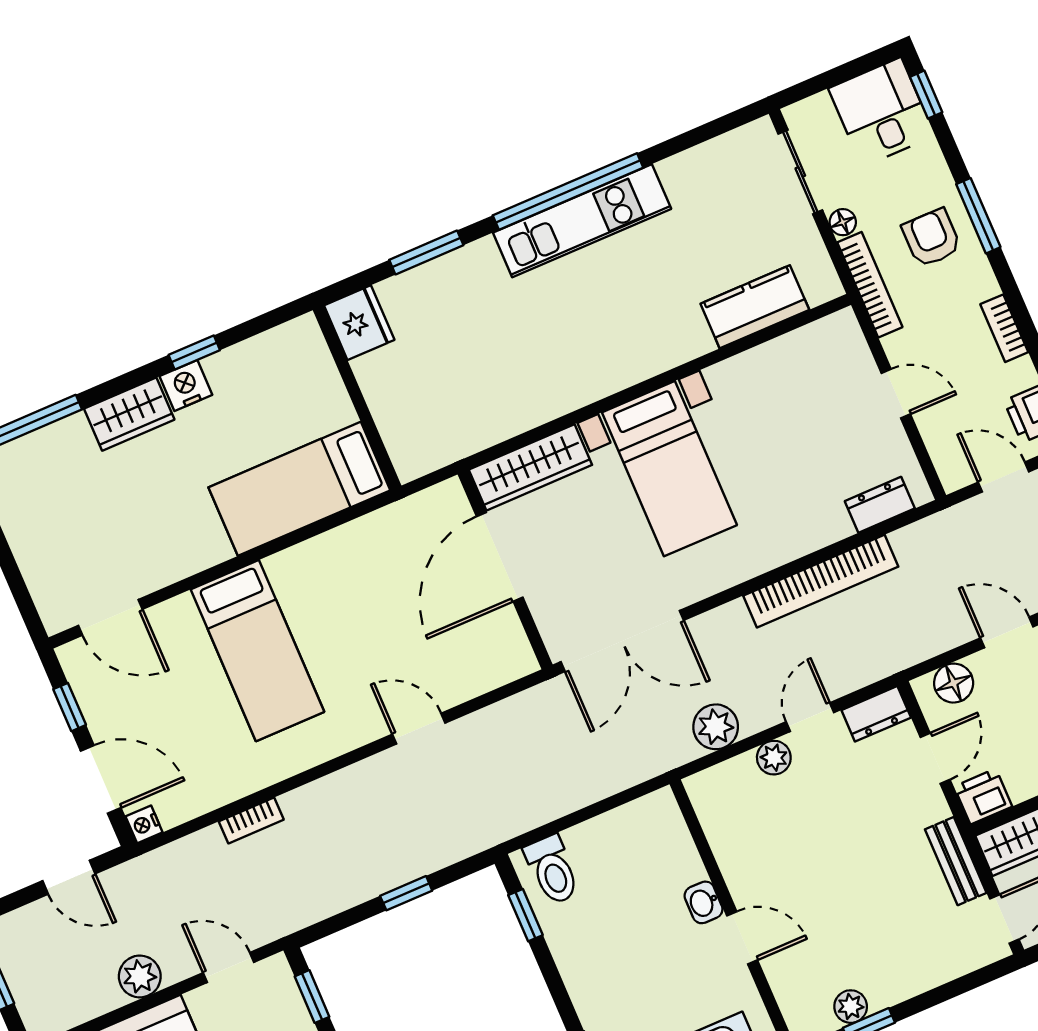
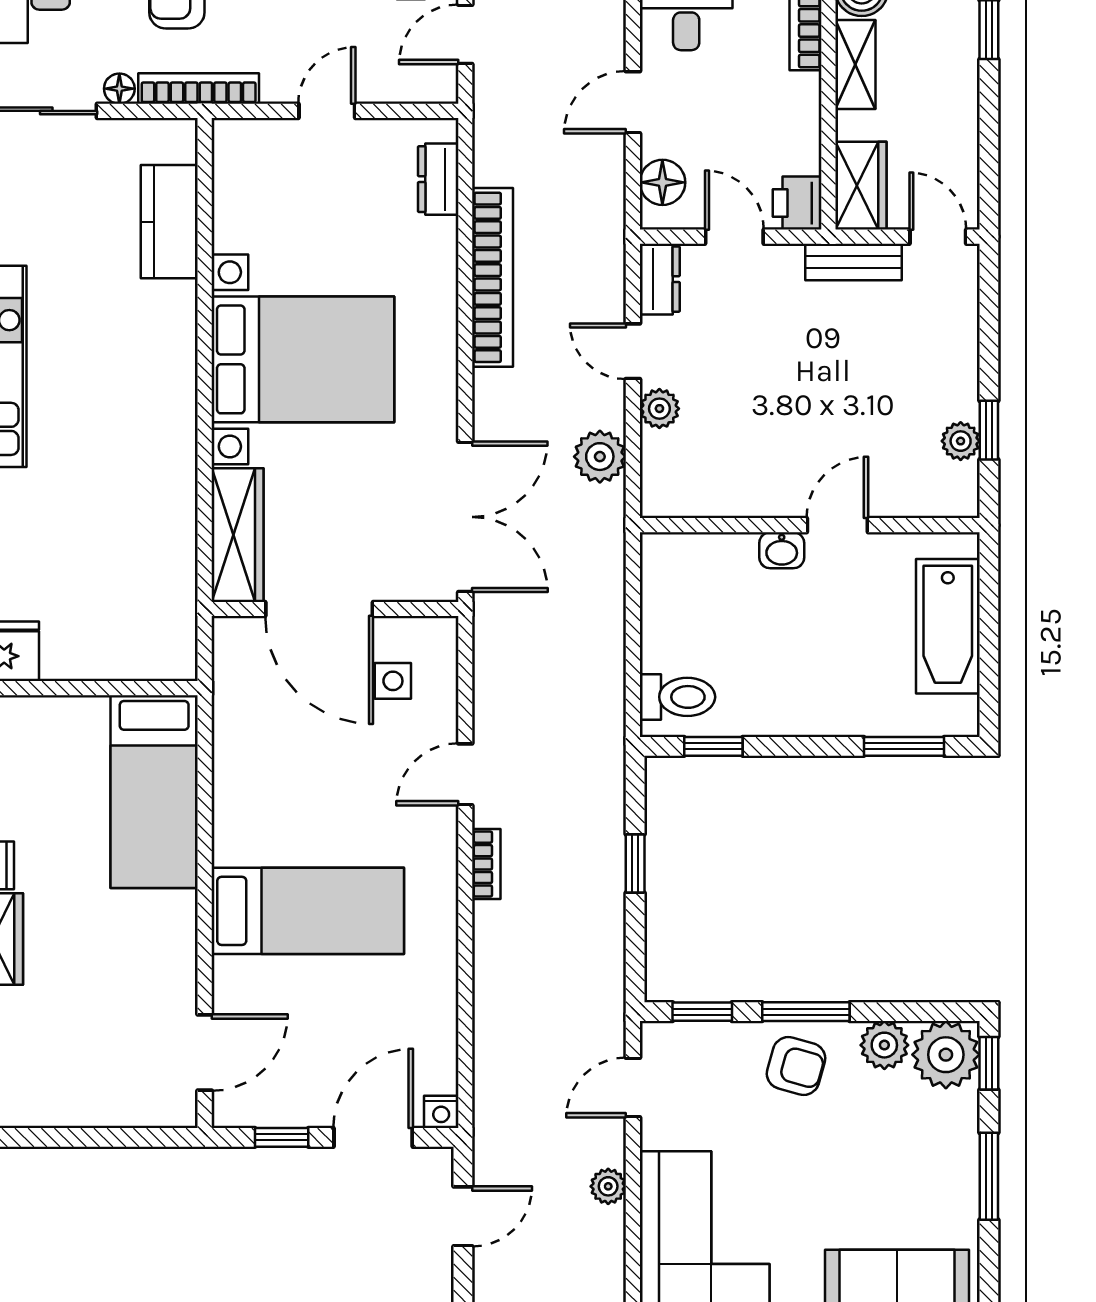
bed with nightstands: (669, 469) -> (303, 359), width x1.36
side table: (468, 640) -> (393, 681), added
bookcase: (251, 821) -> (486, 864), moved
plant: (140, 976) -> (608, 1186), width x0.73, depth x0.73

